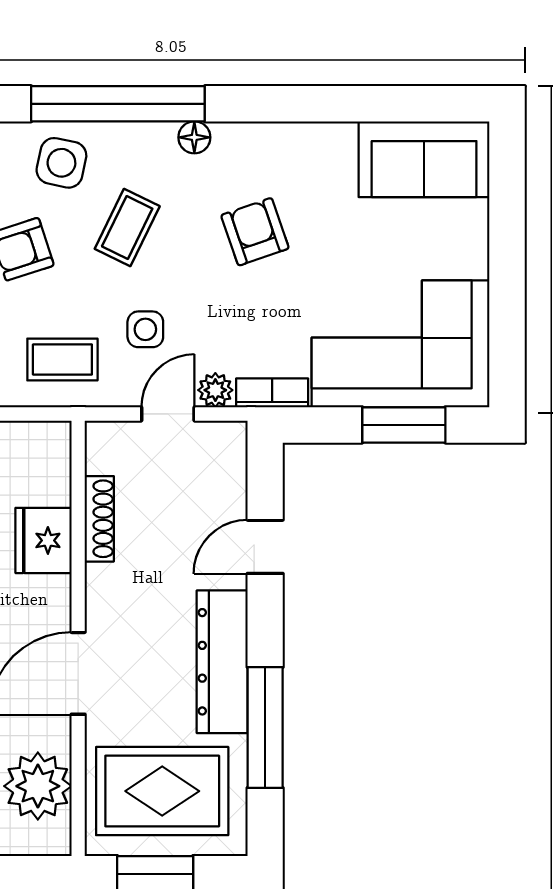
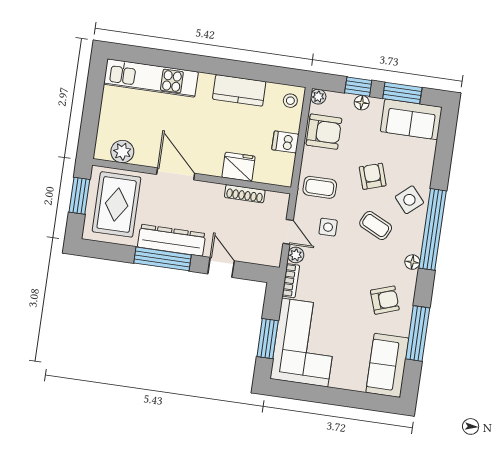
window: (346, 104) -> (418, 333), added
side table: (61, 163) -> (409, 200), turned 37
armchair: (255, 232) -> (385, 300), moved
coffee table: (62, 359) -> (320, 187), turned 90
window: (265, 727) -> (163, 259), moved
plant: (38, 786) -> (122, 152), width x0.73, depth x0.73

